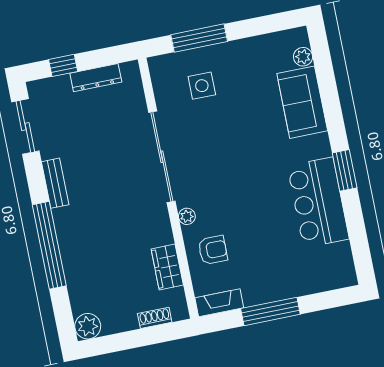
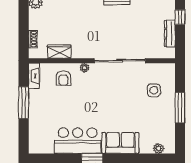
window: (199, 38) -> (180, 108), moved
sofa: (302, 102) -> (120, 143), moved

